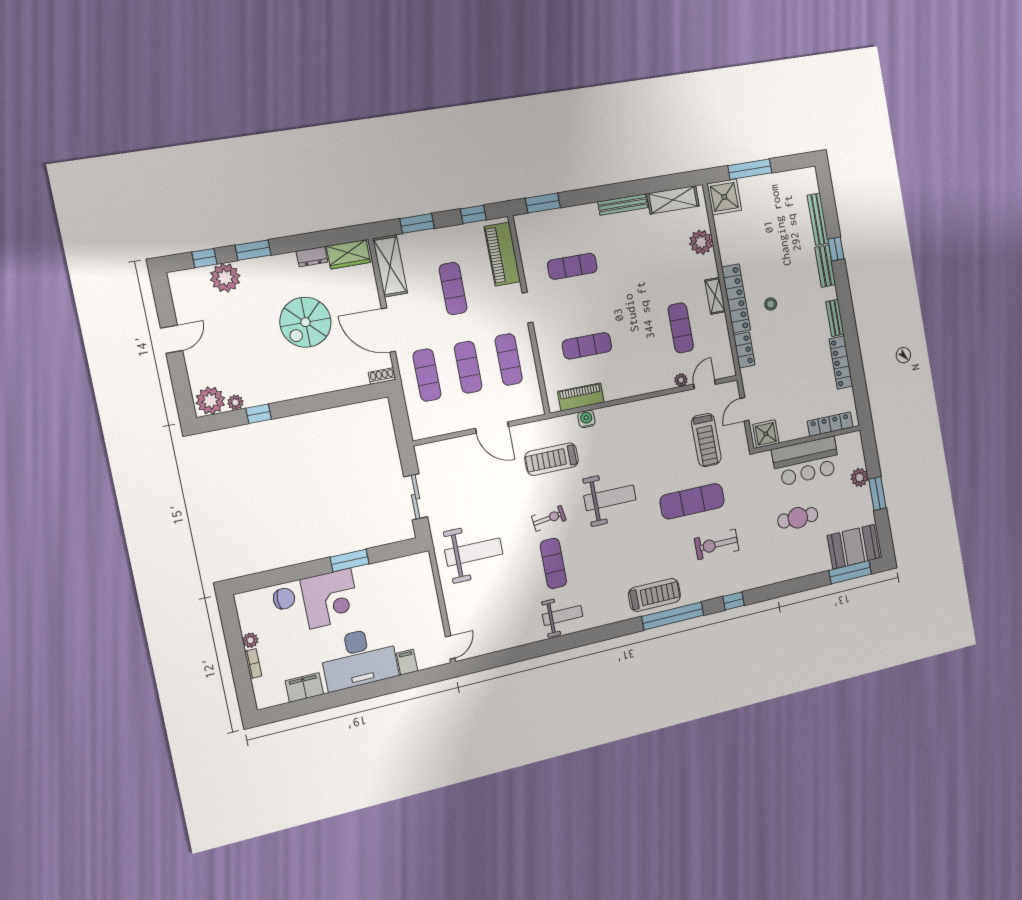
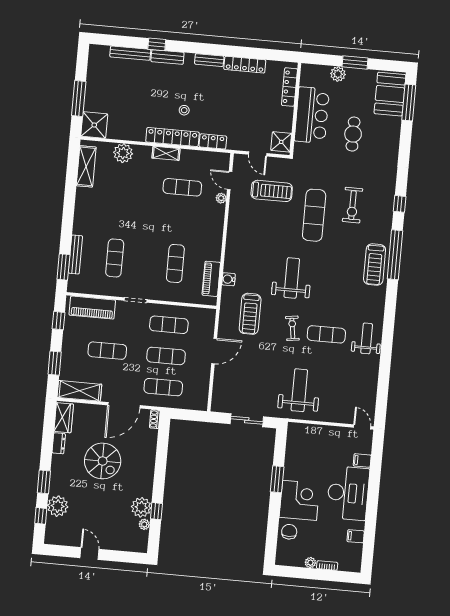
bench: (623, 205) -> (75, 254), moved
plant: (210, 401) -> (141, 507), moved
treadmill: (654, 595) -> (375, 265), turned 180
filing cabinet: (304, 687) -> (356, 536), width x0.50

